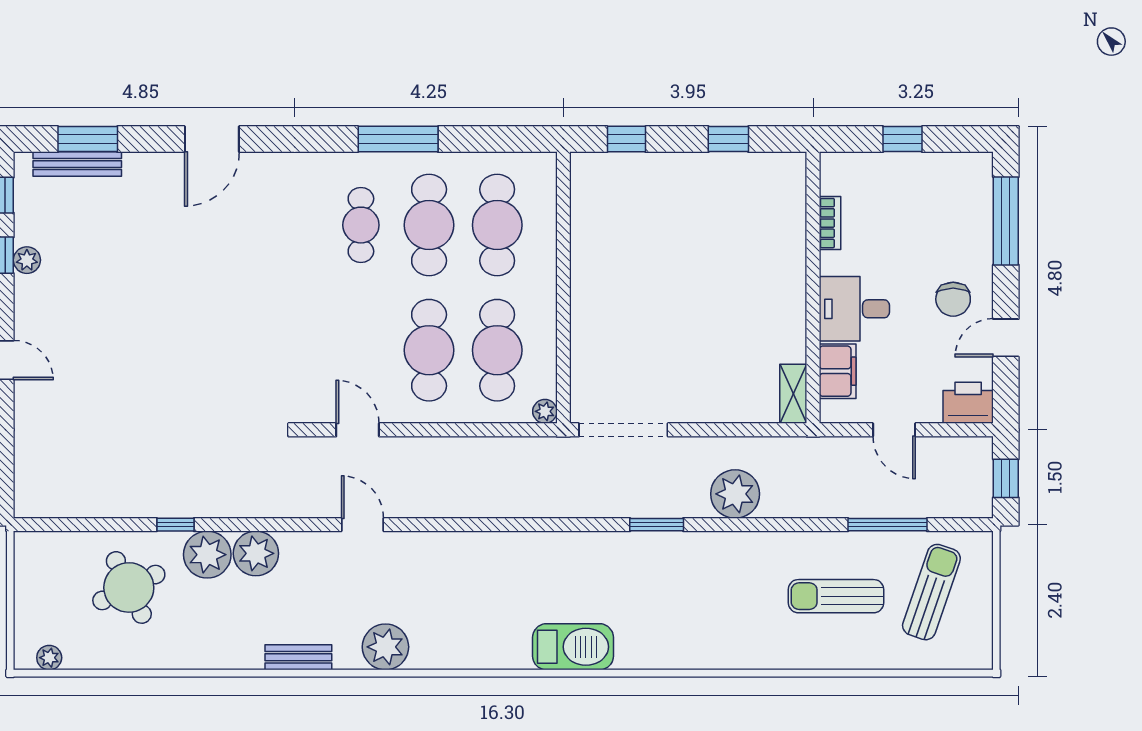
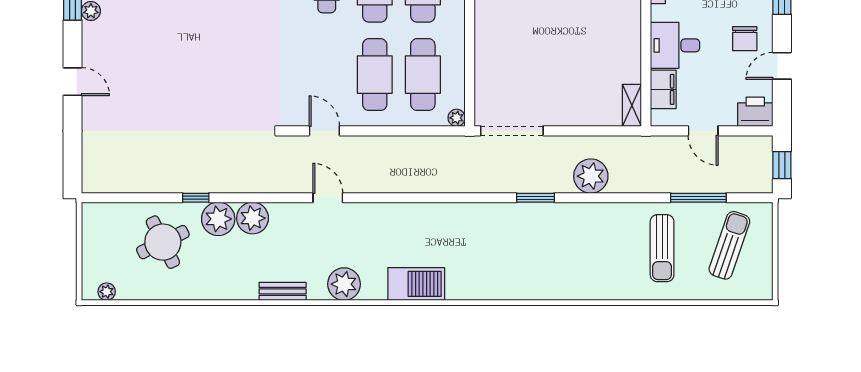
sun lounger: (836, 596) -> (662, 248), turned -90
barbecue: (573, 647) -> (416, 284), moved

